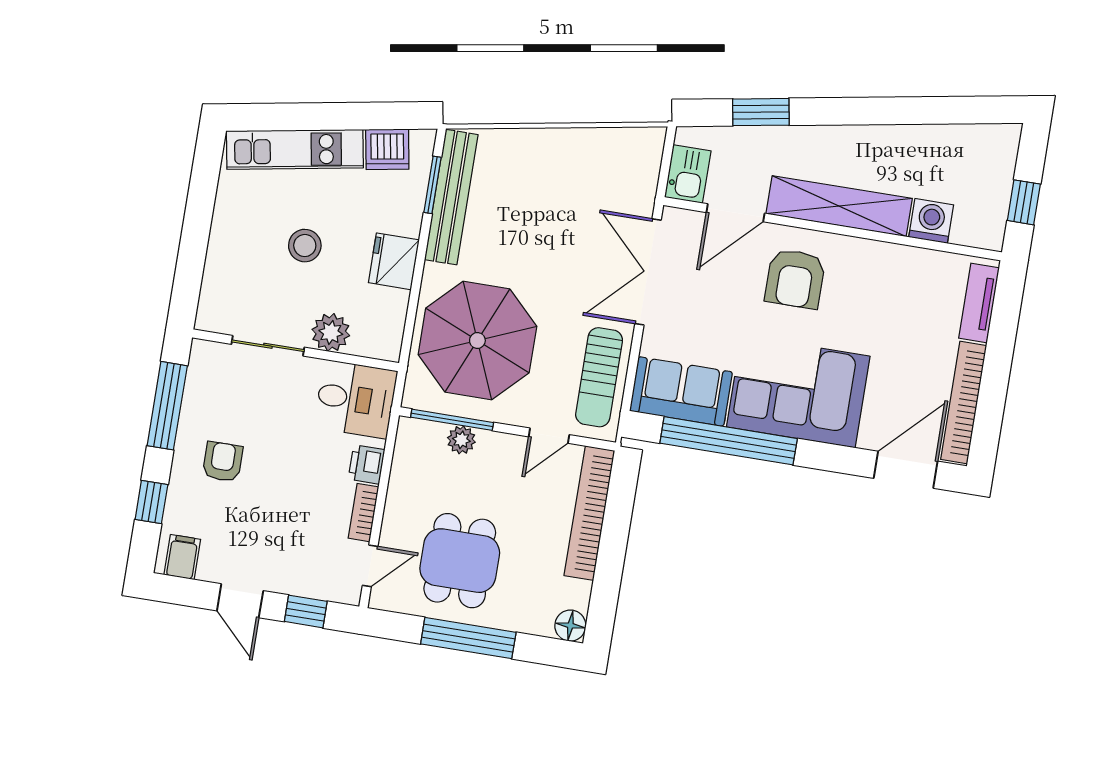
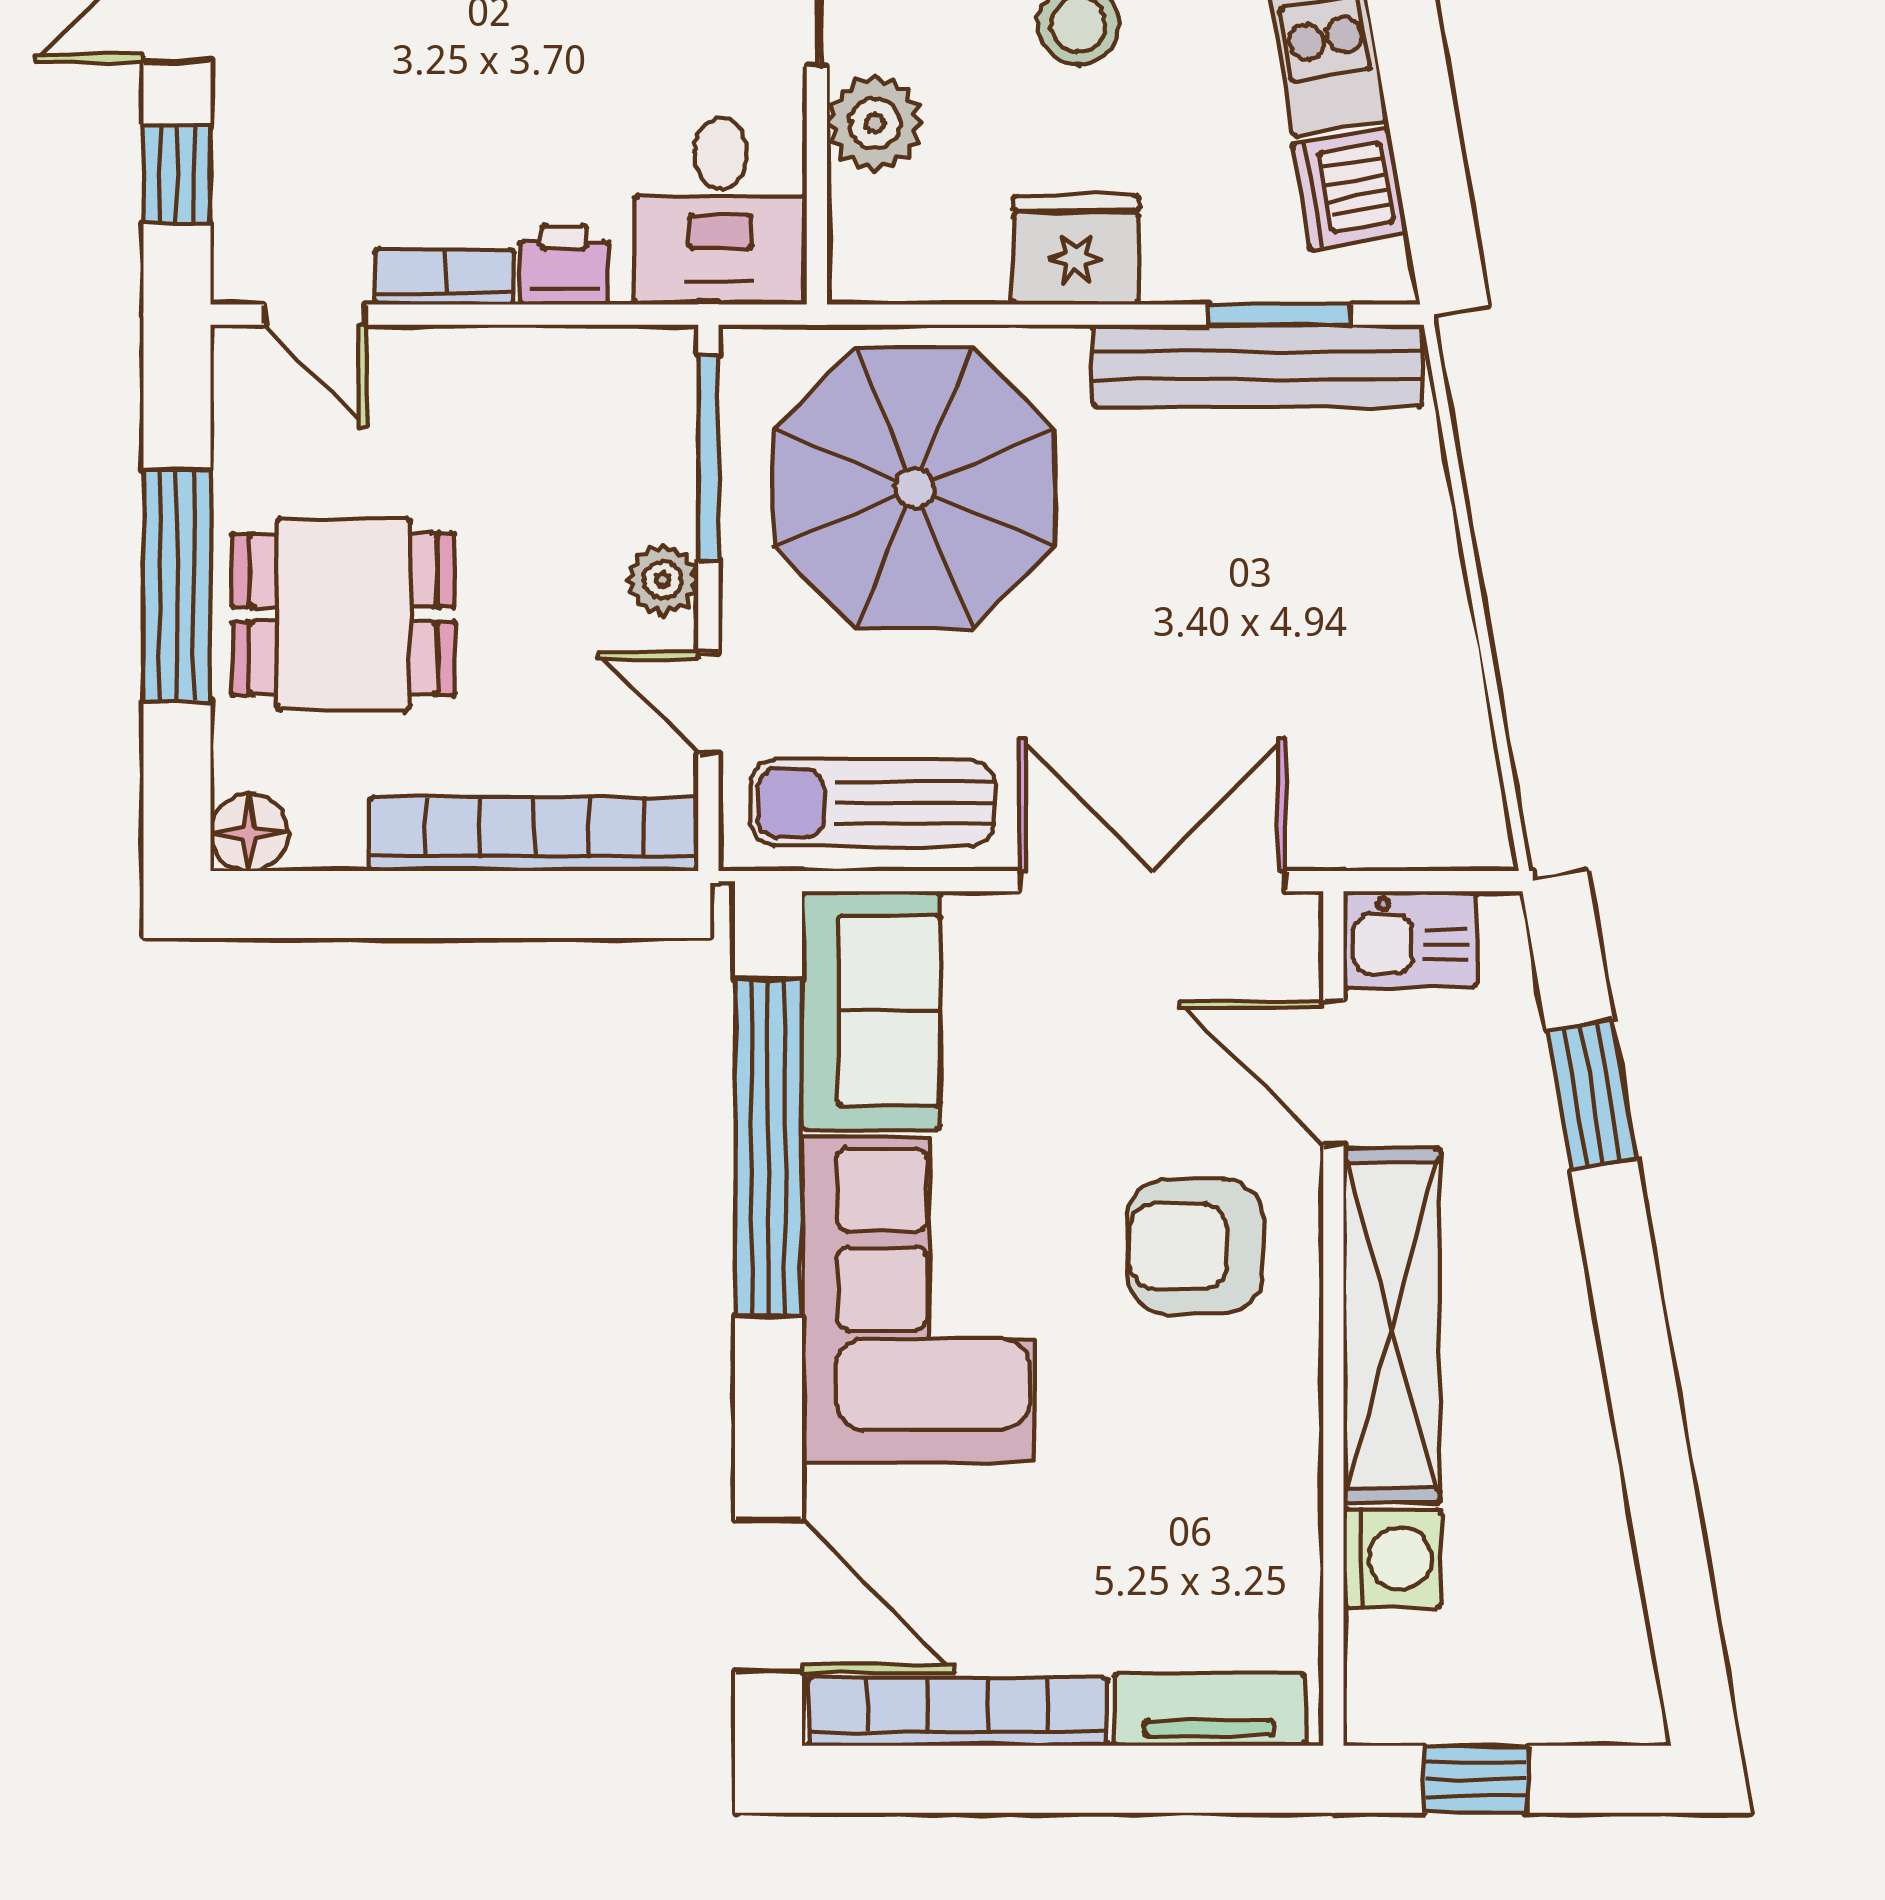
plant: (461, 440) -> (663, 580), moved
dining table: (460, 561) -> (343, 614), moved

